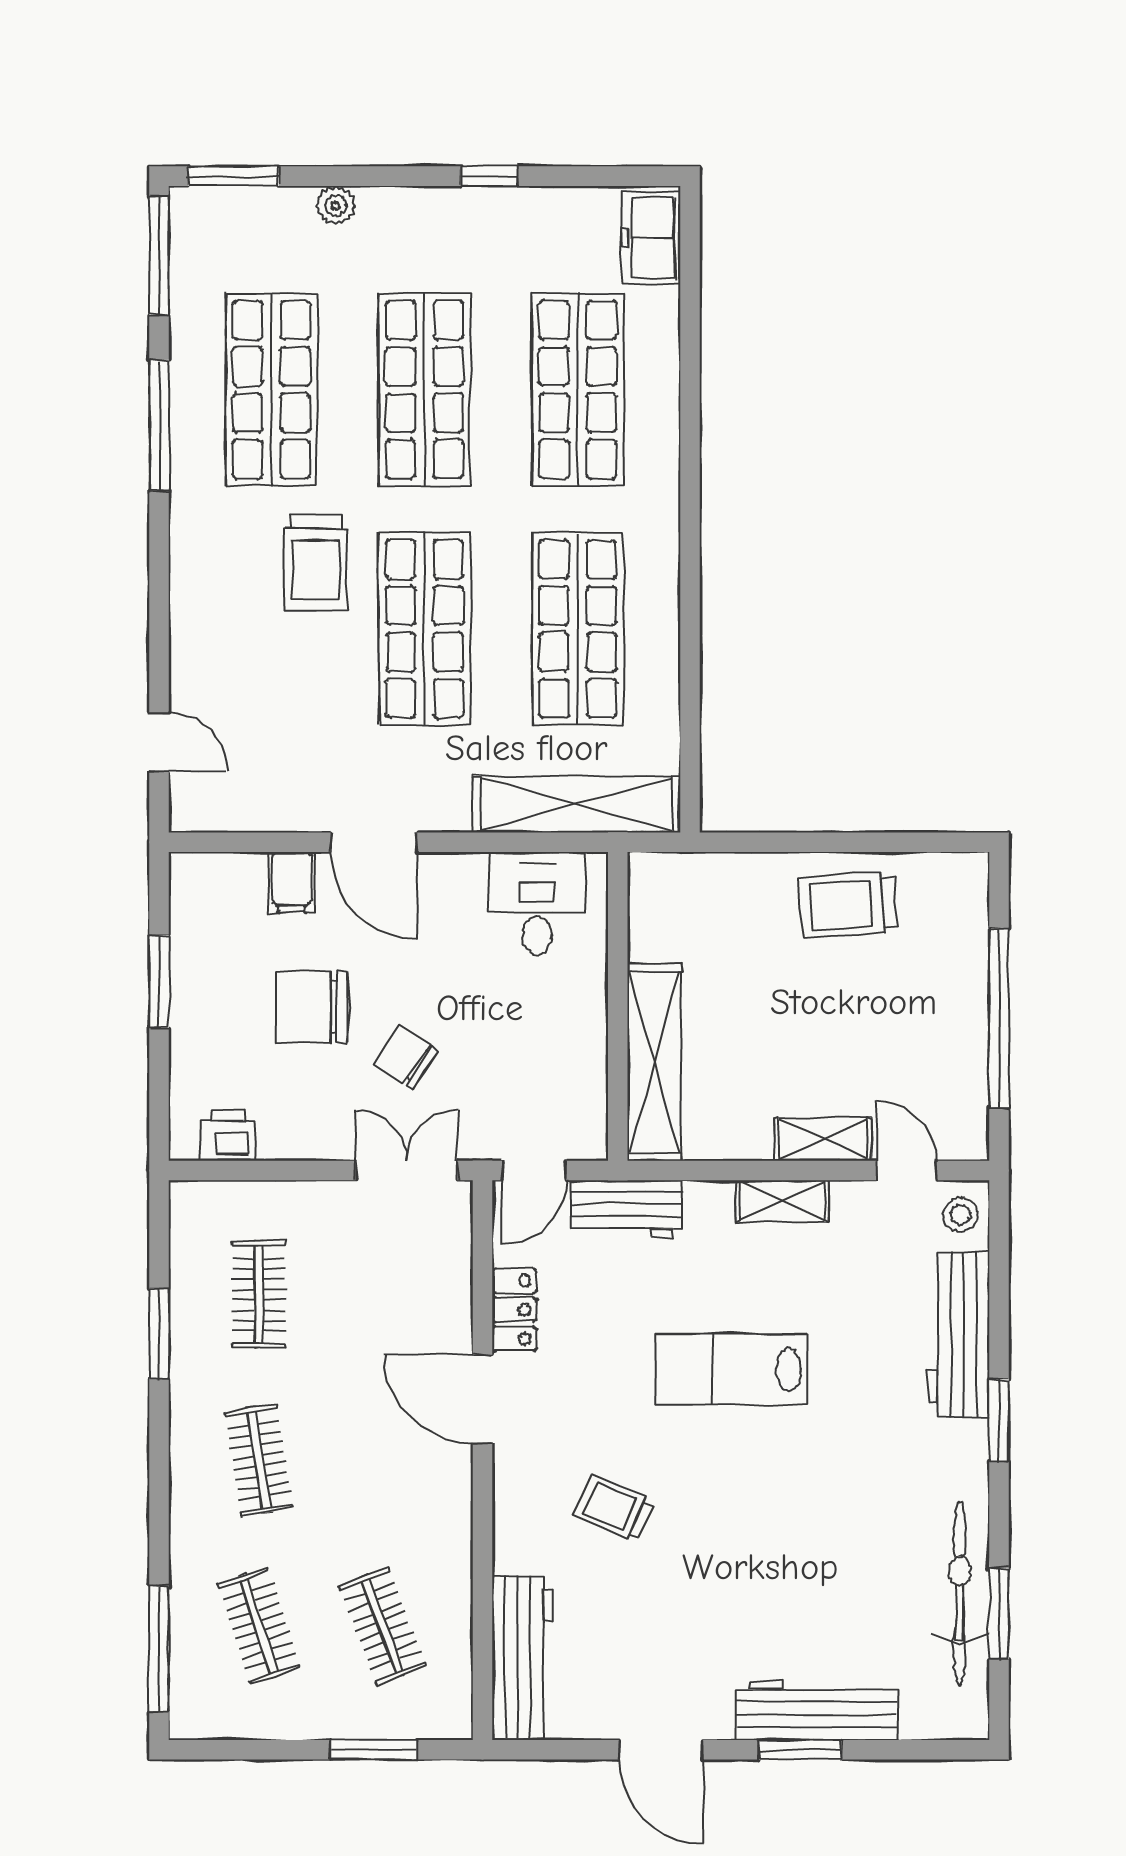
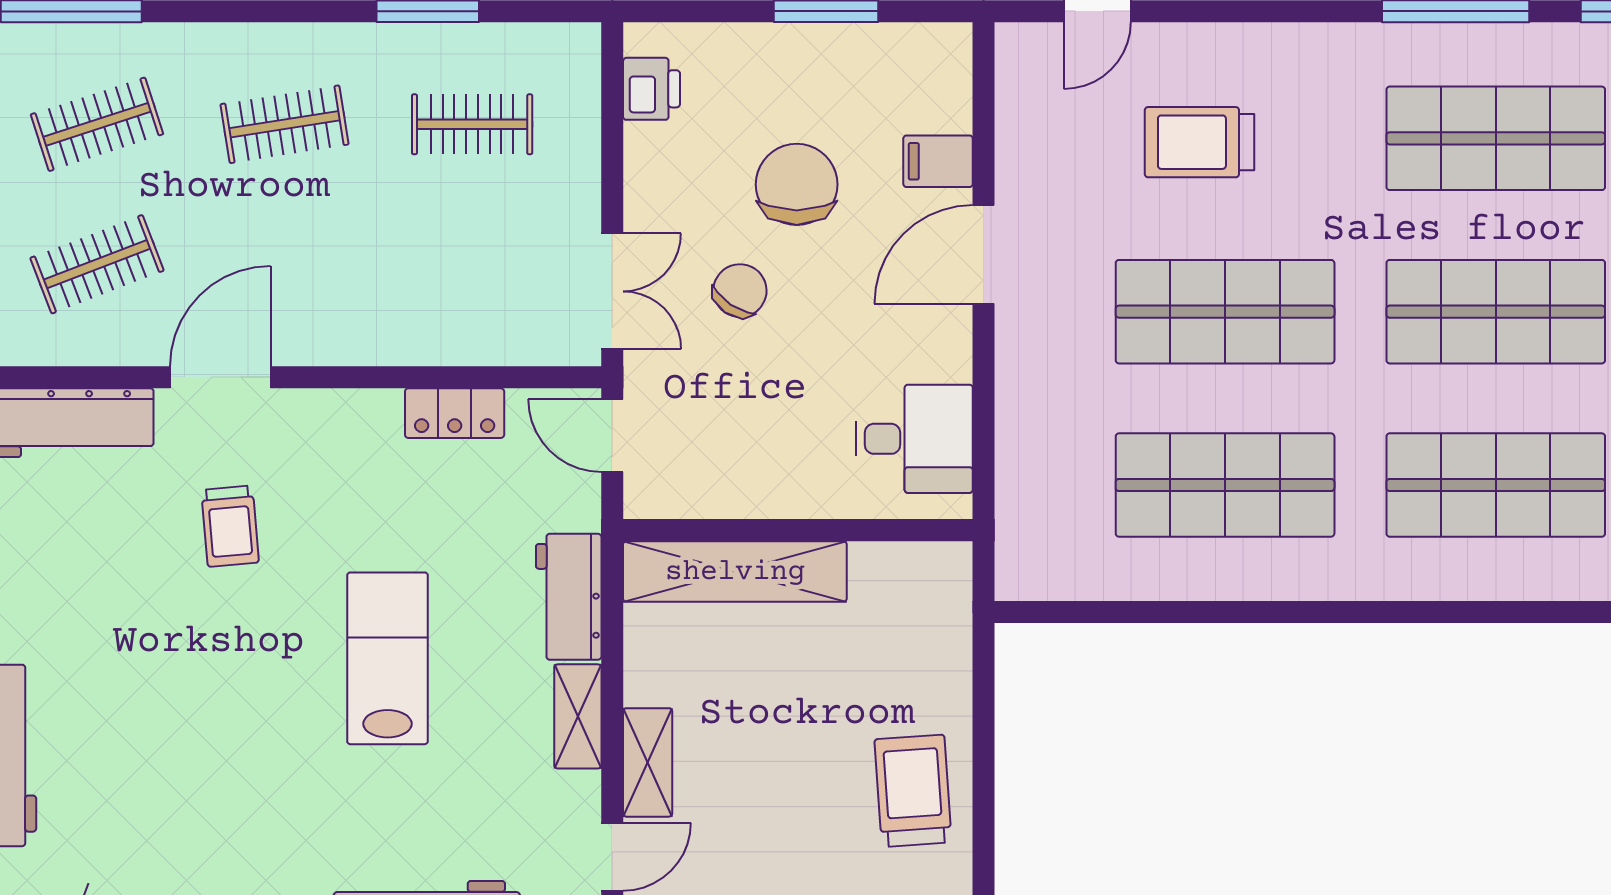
trolley: (316, 563) -> (1200, 142), moved
shelving: (577, 804) -> (1027, 484), removed
workbench: (627, 1209) -> (569, 597), moved
door: (482, 1399) -> (220, 377), moved
trolley: (614, 1508) -> (230, 526), turned 151

